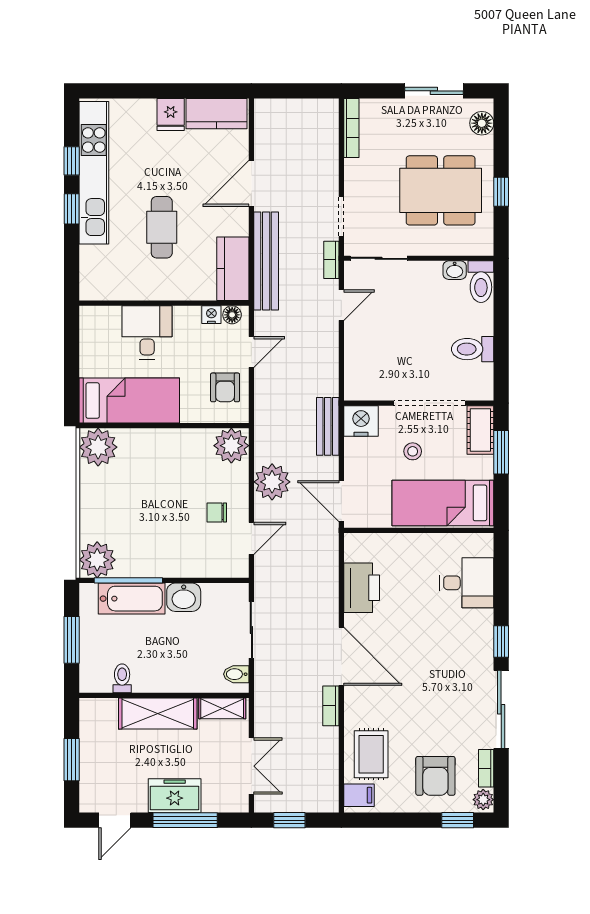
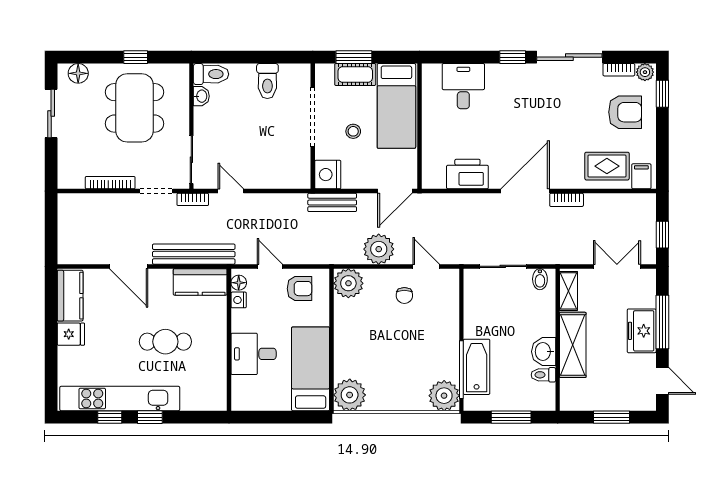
bookcase: (351, 128) -> (110, 183), moved
cot: (480, 430) -> (355, 74), moved
washbasin: (184, 597) -> (544, 352), moved, turned 180

